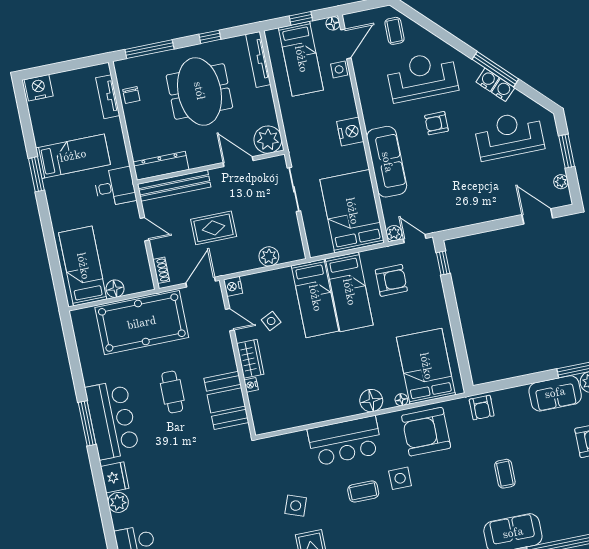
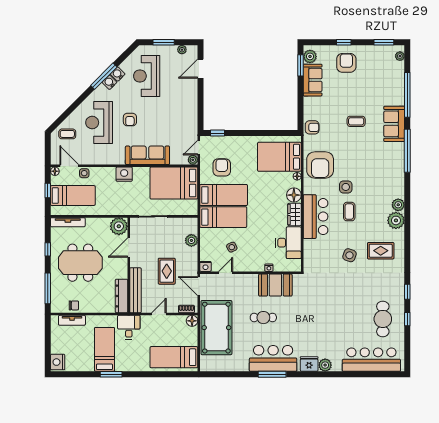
floor lamp: (115, 289) -> (192, 321), moved
wardrobe: (250, 359) -> (294, 214), moved, turned -90
desk: (296, 407) -> (288, 243), added

